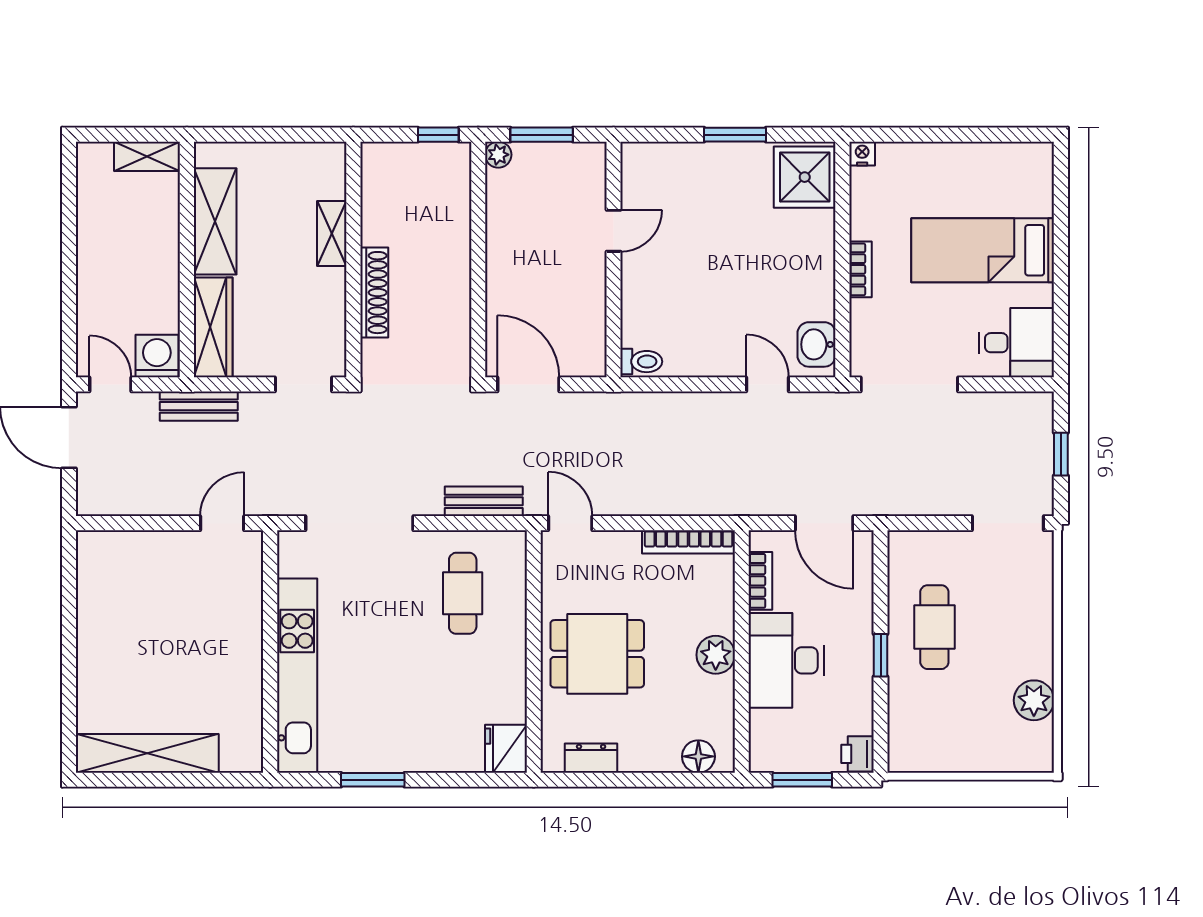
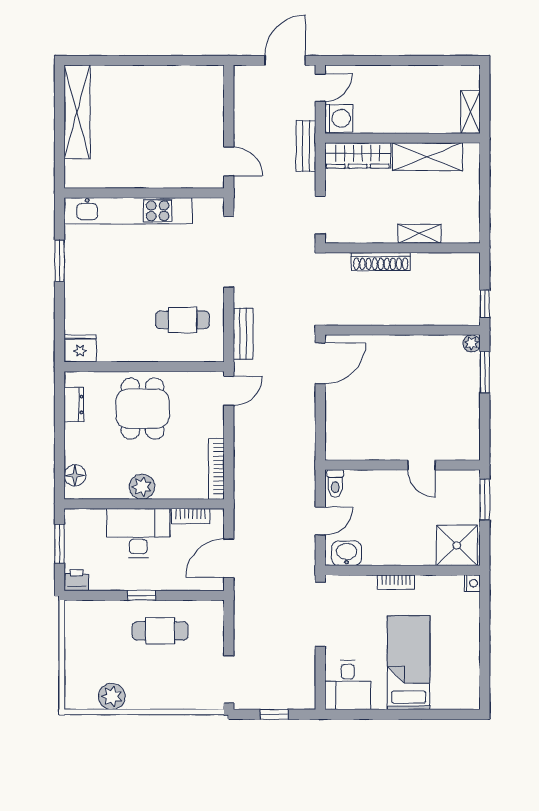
door: (613, 231) -> (421, 465), moved
wall: (613, 259) -> (402, 465), moved
toilet: (641, 362) -> (335, 483), moved

